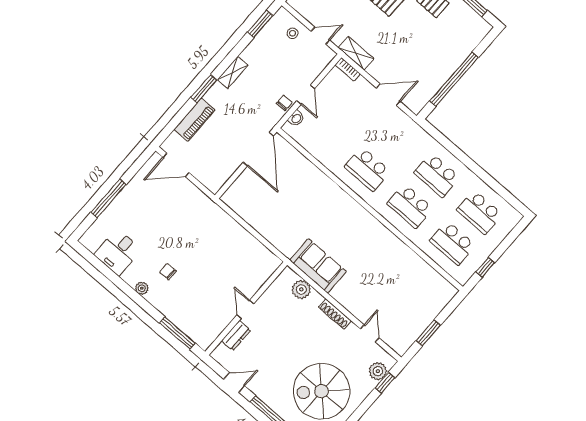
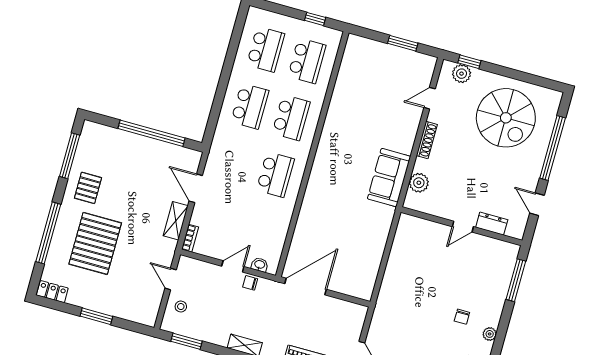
shelving: (356, 53) -> (176, 221), moved

